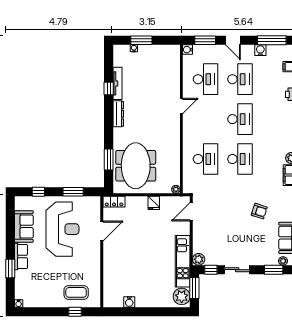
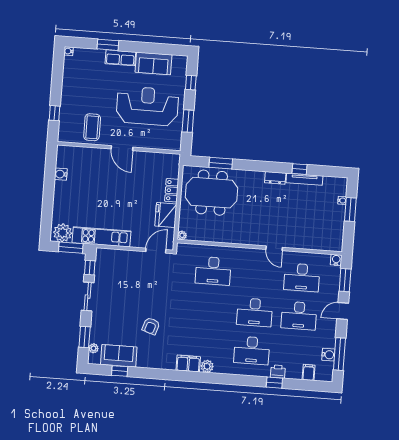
water cooler: (260, 50) -> (328, 355), moved
dresser: (118, 114) -> (275, 178), width x0.70
desk: (240, 159) -> (252, 350), moved
locker: (114, 202) -> (172, 190), moved
fridge: (154, 203) -> (166, 215), width x1.88, depth x1.34
door: (191, 212) -> (156, 251), hinge flipped
reception desk: (62, 229) -> (147, 106), turned 180
door: (102, 231) -> (122, 148), moved
plant: (199, 259) -> (102, 255), removed
coffee table: (76, 292) -> (92, 127), moved

